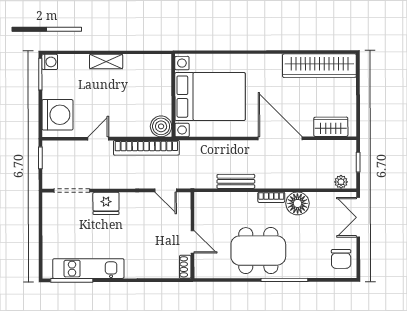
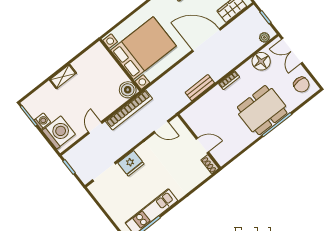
washing machine: (50, 62) -> (42, 121), moved
floor lamp: (297, 203) -> (261, 61), moved
dining table: (258, 251) -> (262, 110), moved

